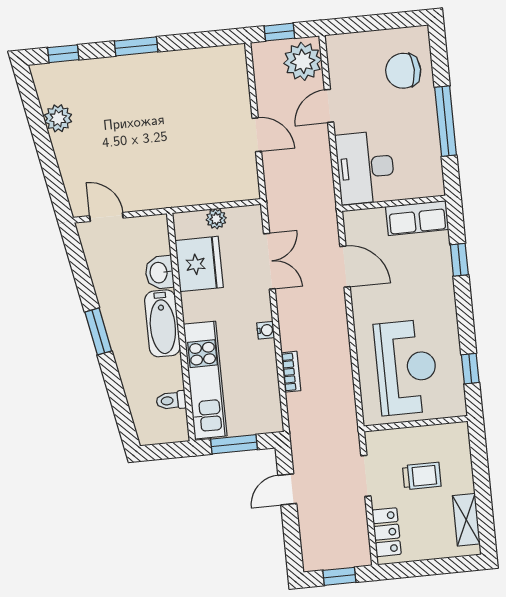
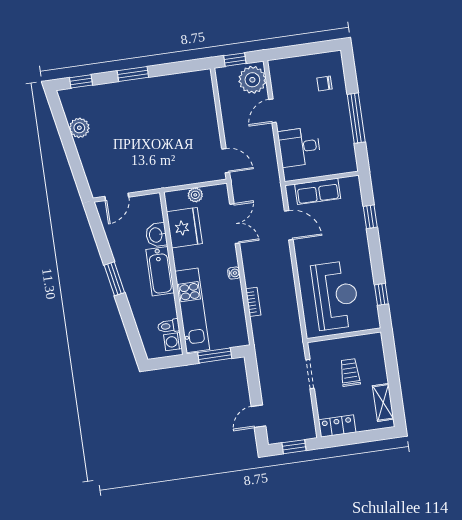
chair: (403, 71) -> (324, 83), width x0.54, depth x0.54
door: (257, 135) -> (226, 161), moved
desk: (365, 167) -> (299, 147), width x0.73
door: (106, 217) -> (117, 197), swing flipped
row of seats: (417, 218) -> (318, 191), moved
washing machine: (176, 423) -> (173, 342), added
trolley: (422, 476) -> (350, 372), turned -90
door: (287, 489) -> (258, 416), moved
locker: (387, 532) -> (337, 426), moved, turned -90

